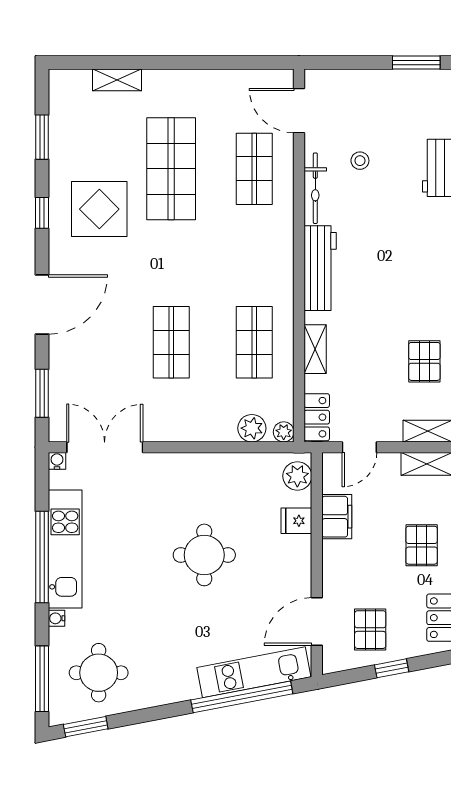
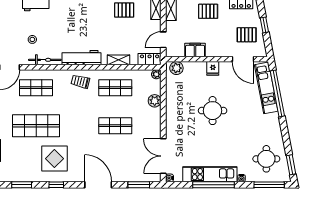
trolley: (268, 266) -> (80, 82), added
plant: (252, 428) -> (155, 101), moved
door: (359, 447) -> (163, 40), swing flipped
fridge: (296, 521) -> (213, 68), moved

